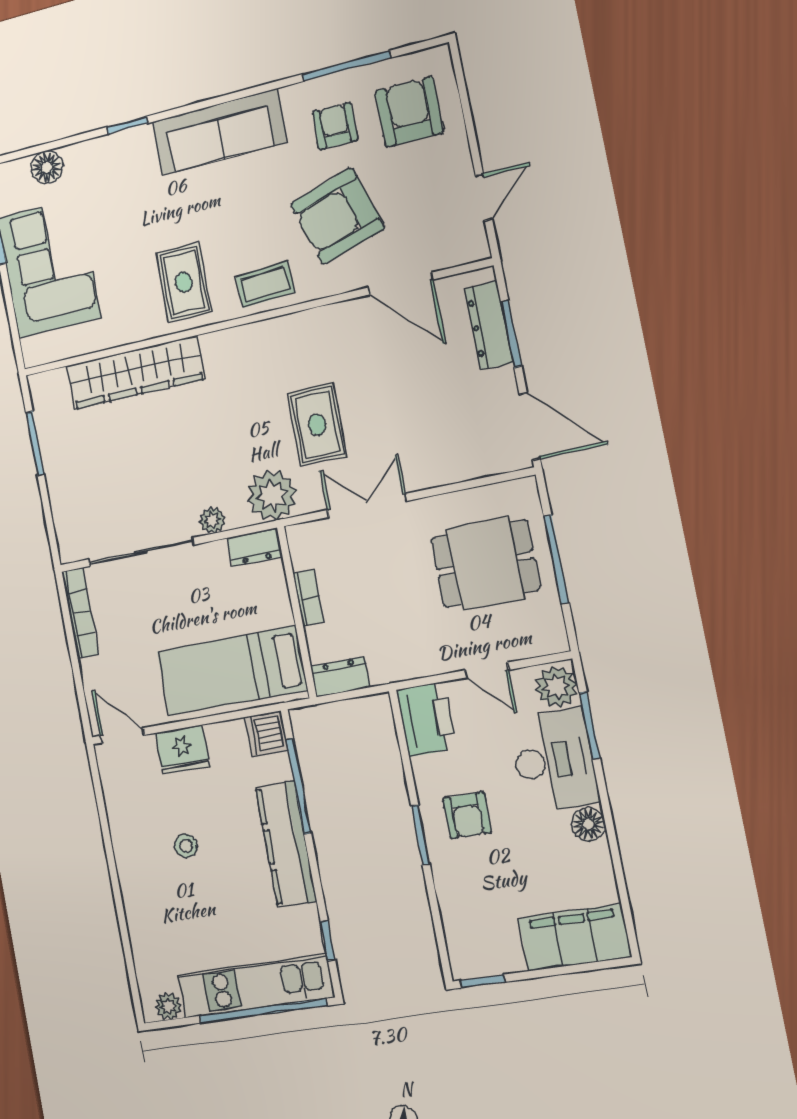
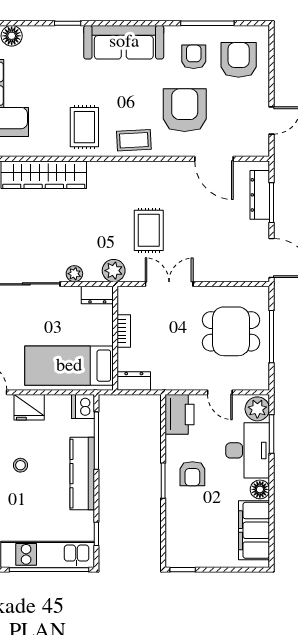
armchair: (337, 216) -> (185, 110), turned 107
plant: (272, 496) -> (114, 271), width x0.73, depth x0.73
filing cabinet: (575, 938) -> (254, 530), moved, turned -90

